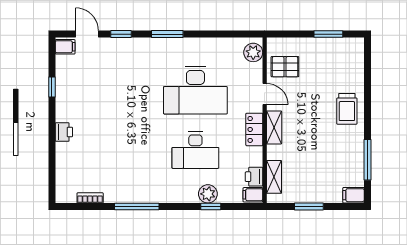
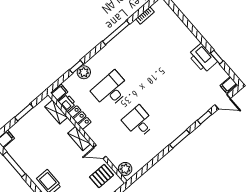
desk: (195, 90) -> (139, 122), width x0.53, depth x0.77
locker: (254, 129) -> (80, 118), moved
printer: (64, 132) -> (203, 58), moved, width x1.87, depth x1.48

